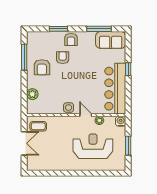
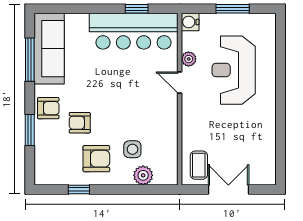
sofa: (111, 40) -> (49, 49), width x1.36
window: (24, 57) -> (79, 189), width x0.46
window: (128, 69) -> (137, 9), moved
side table: (69, 108) -> (132, 149), moved
door: (86, 115) -> (180, 83), hinge flipped

